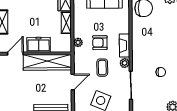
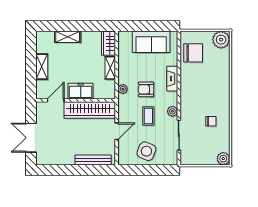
fireplace: (124, 46) -> (172, 79), moved

